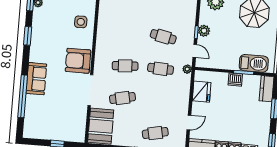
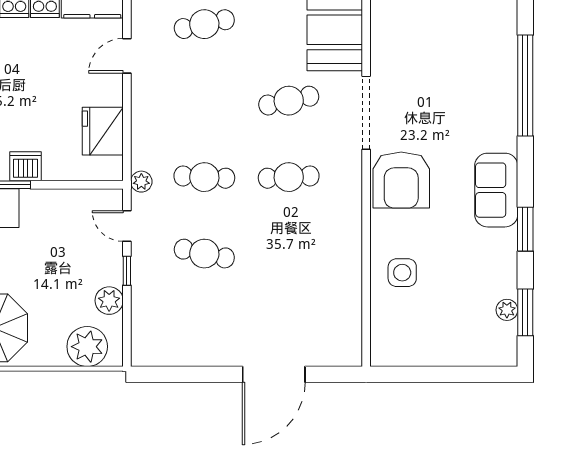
plant: (204, 31) -> (109, 301), moved
armchair: (78, 61) -> (401, 180), turned 90
sofa: (36, 79) -> (496, 190), moved

